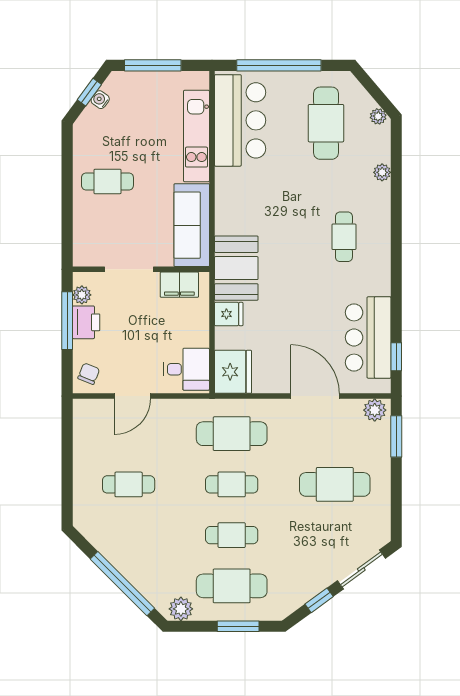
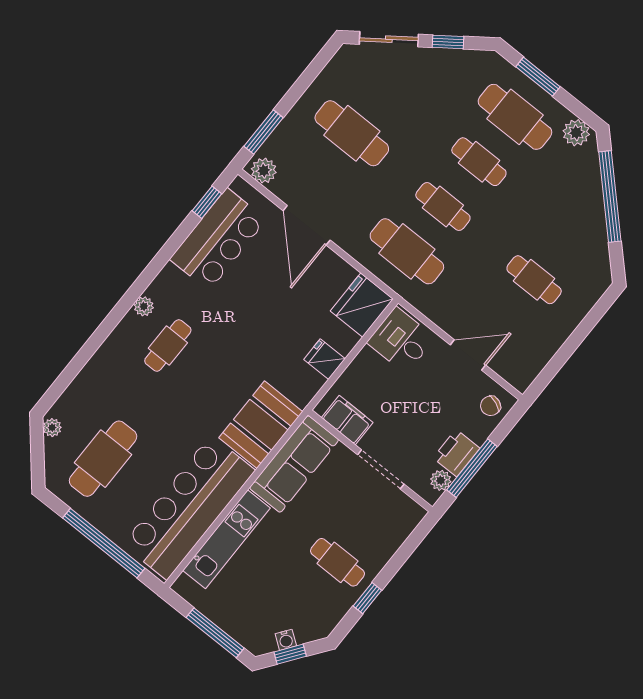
bar counter: (240, 120) -> (189, 507), width x1.36
plant: (382, 172) -> (144, 306), moved
window: (67, 173) -> (367, 598), added
booth: (236, 268) -> (261, 425), moved

